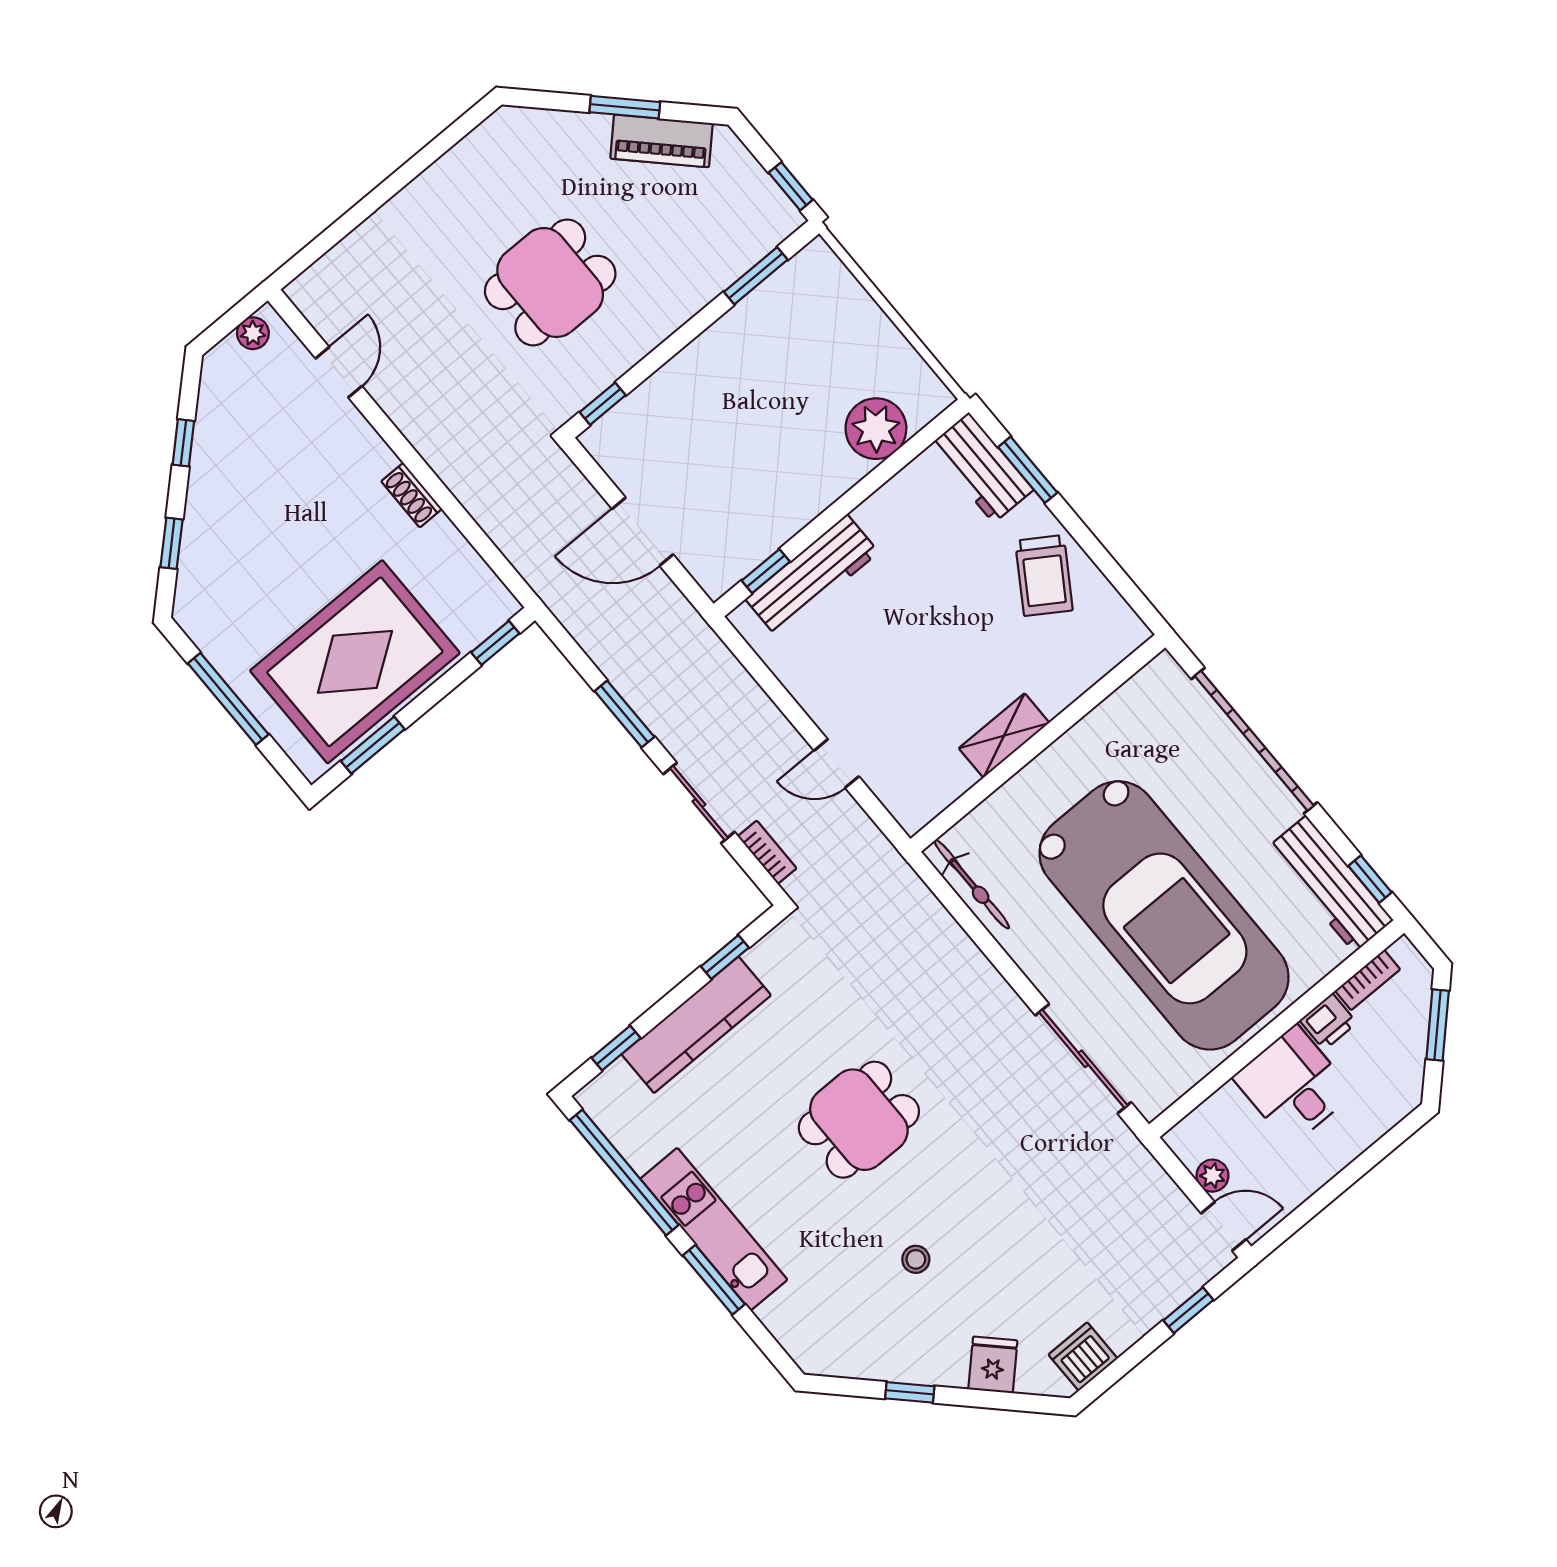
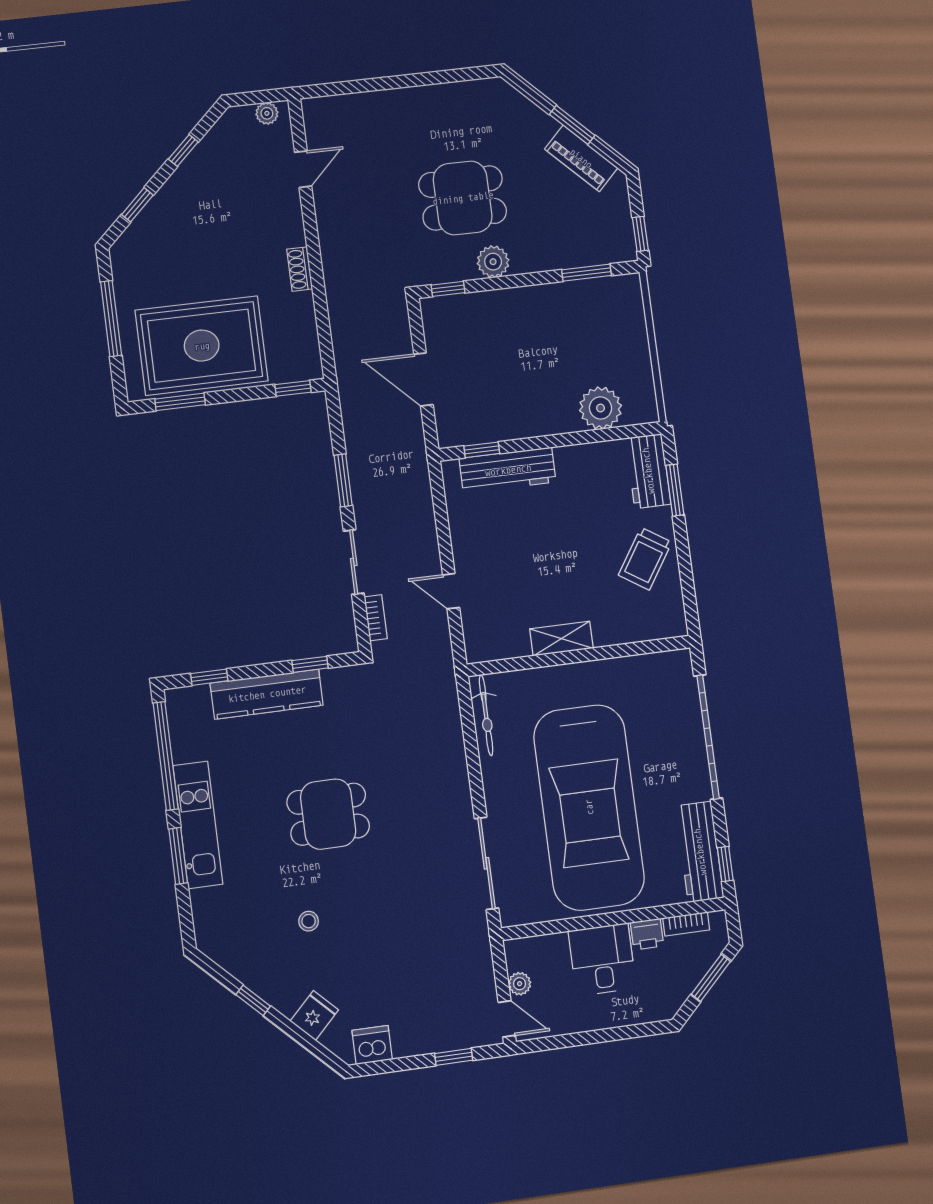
plant: (635, 336) -> (493, 262), added

